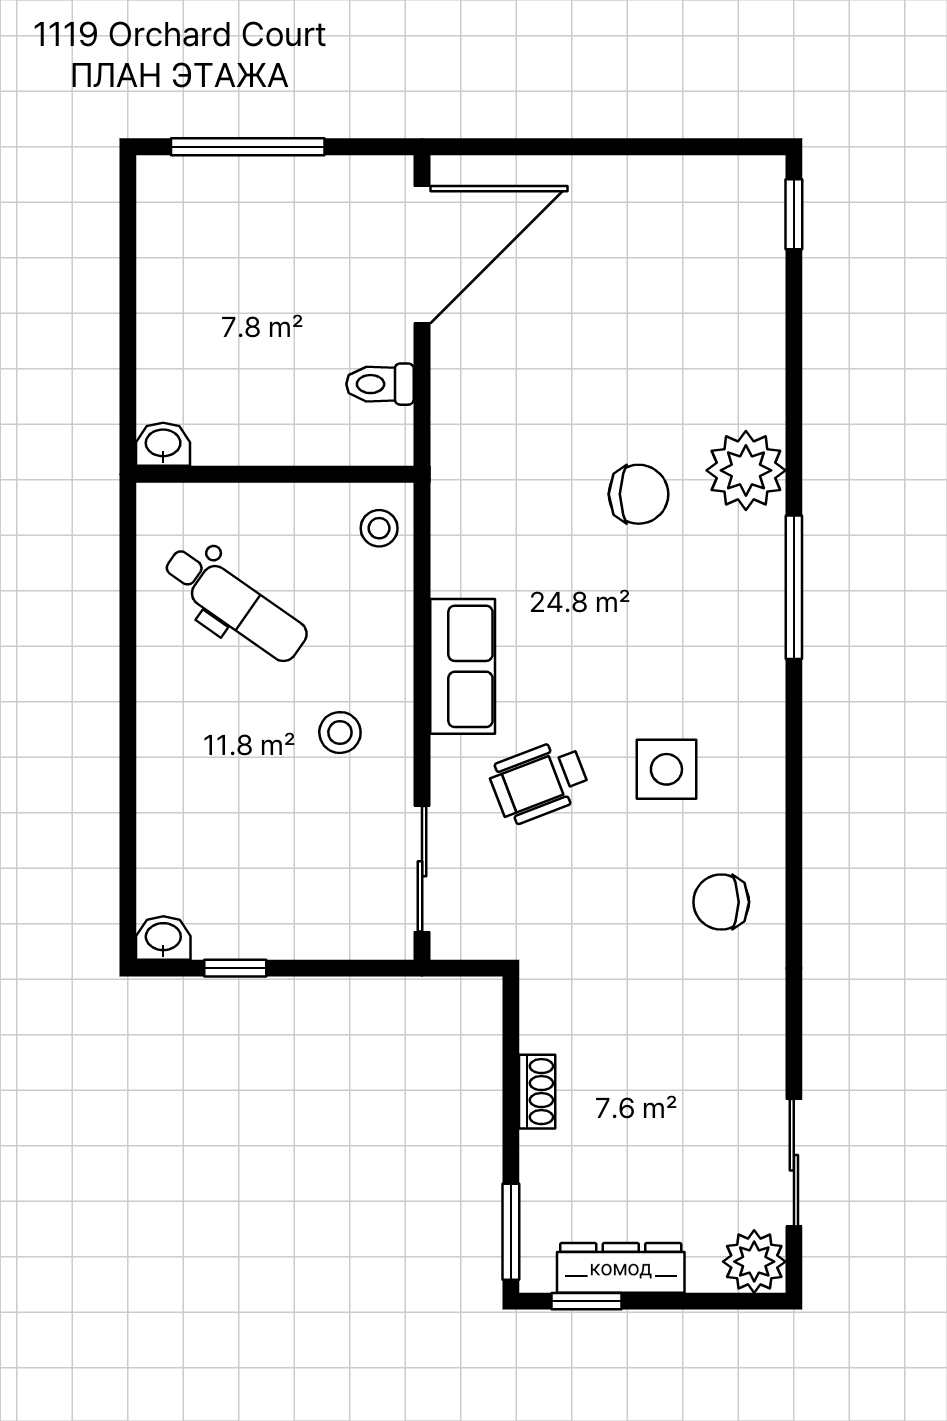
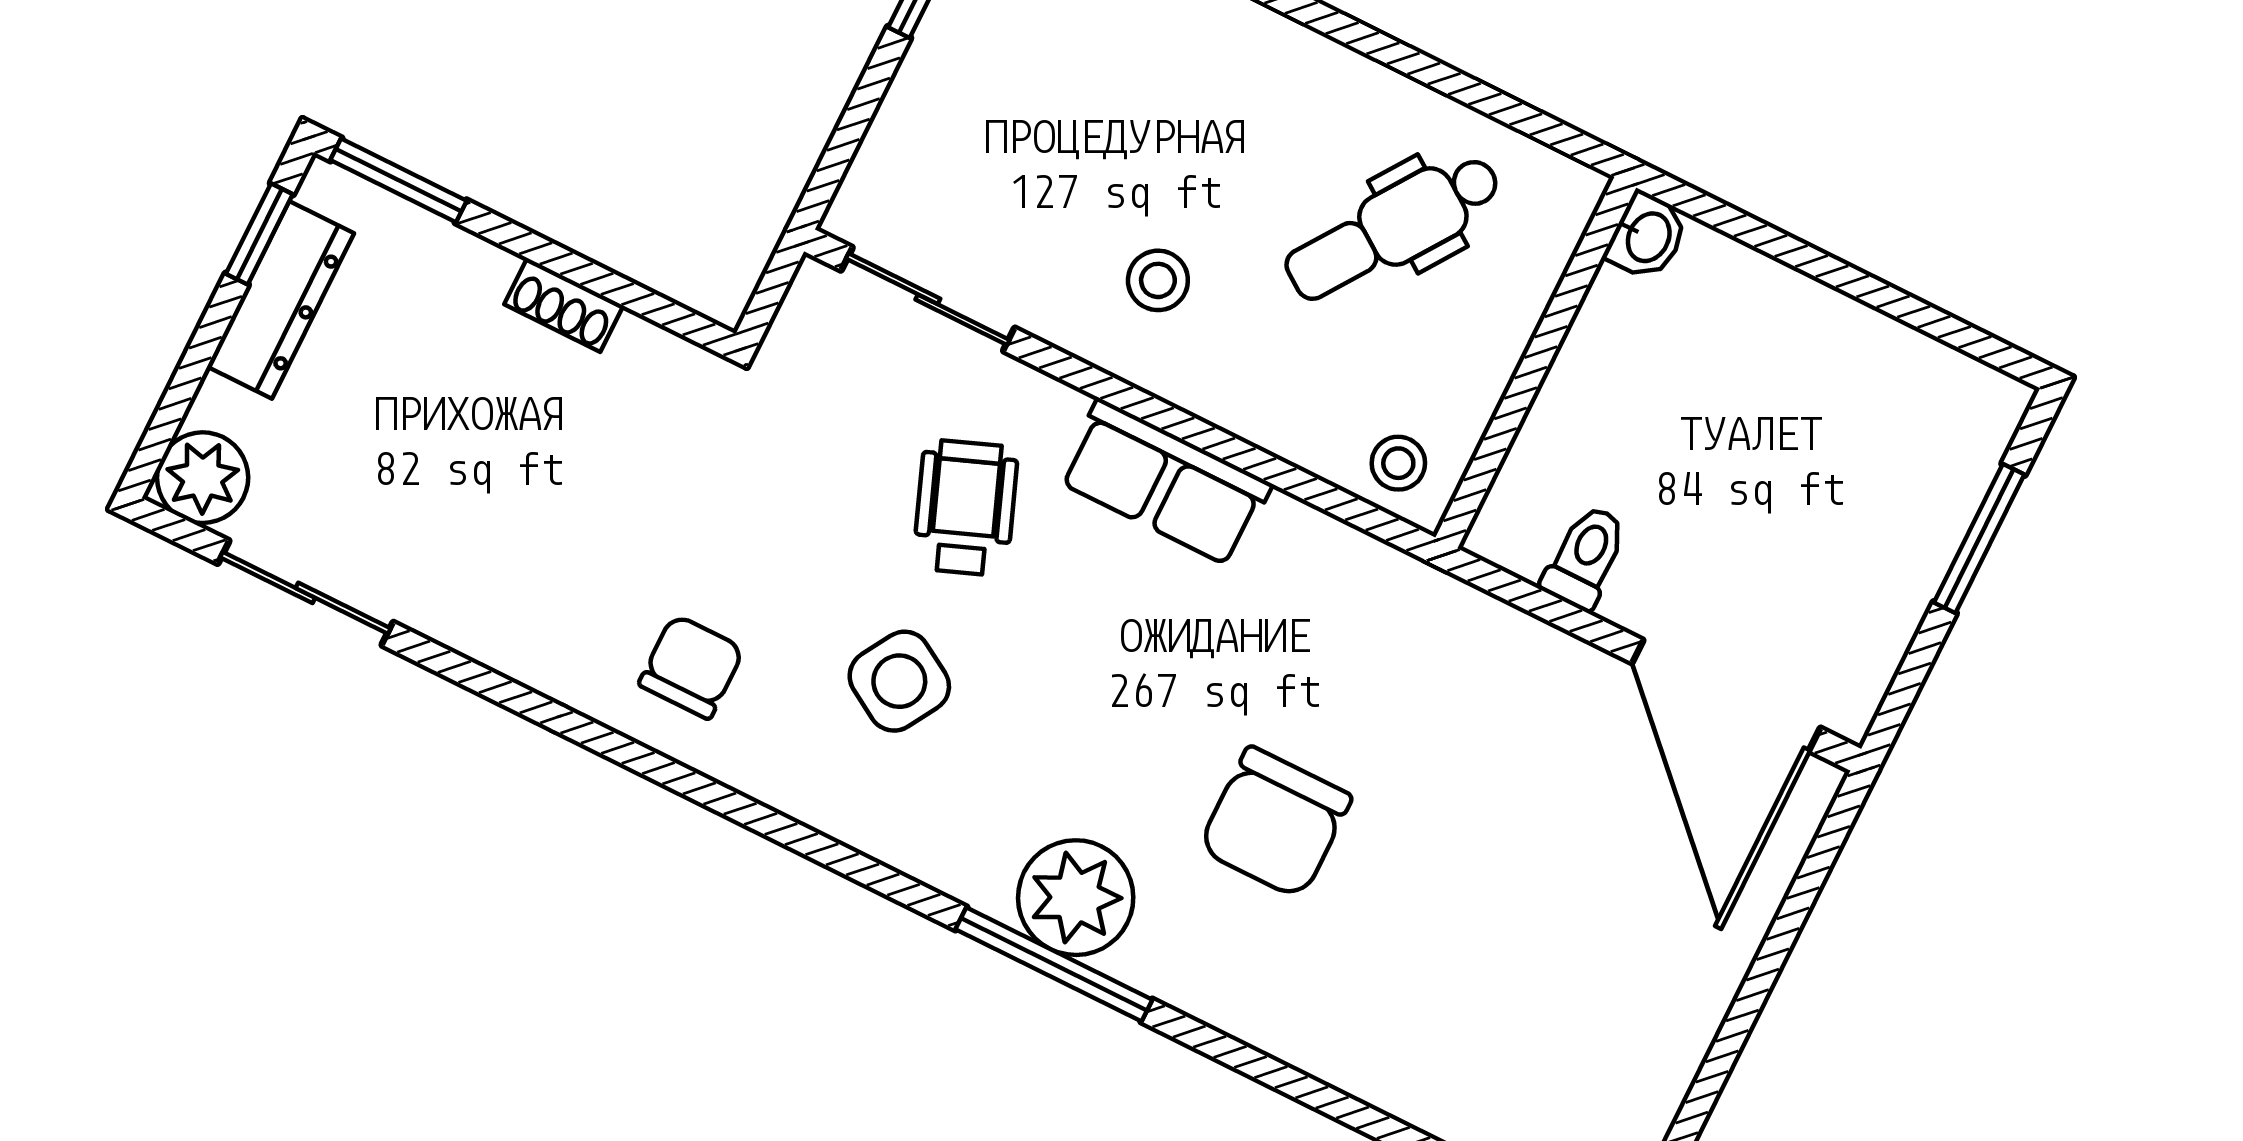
window: (248, 147) -> (1979, 539), width x0.69
plant: (746, 470) -> (1076, 898), moved
chair: (639, 494) -> (1275, 823), width x1.37, depth x1.37
side table: (666, 769) -> (899, 681), turned 31

